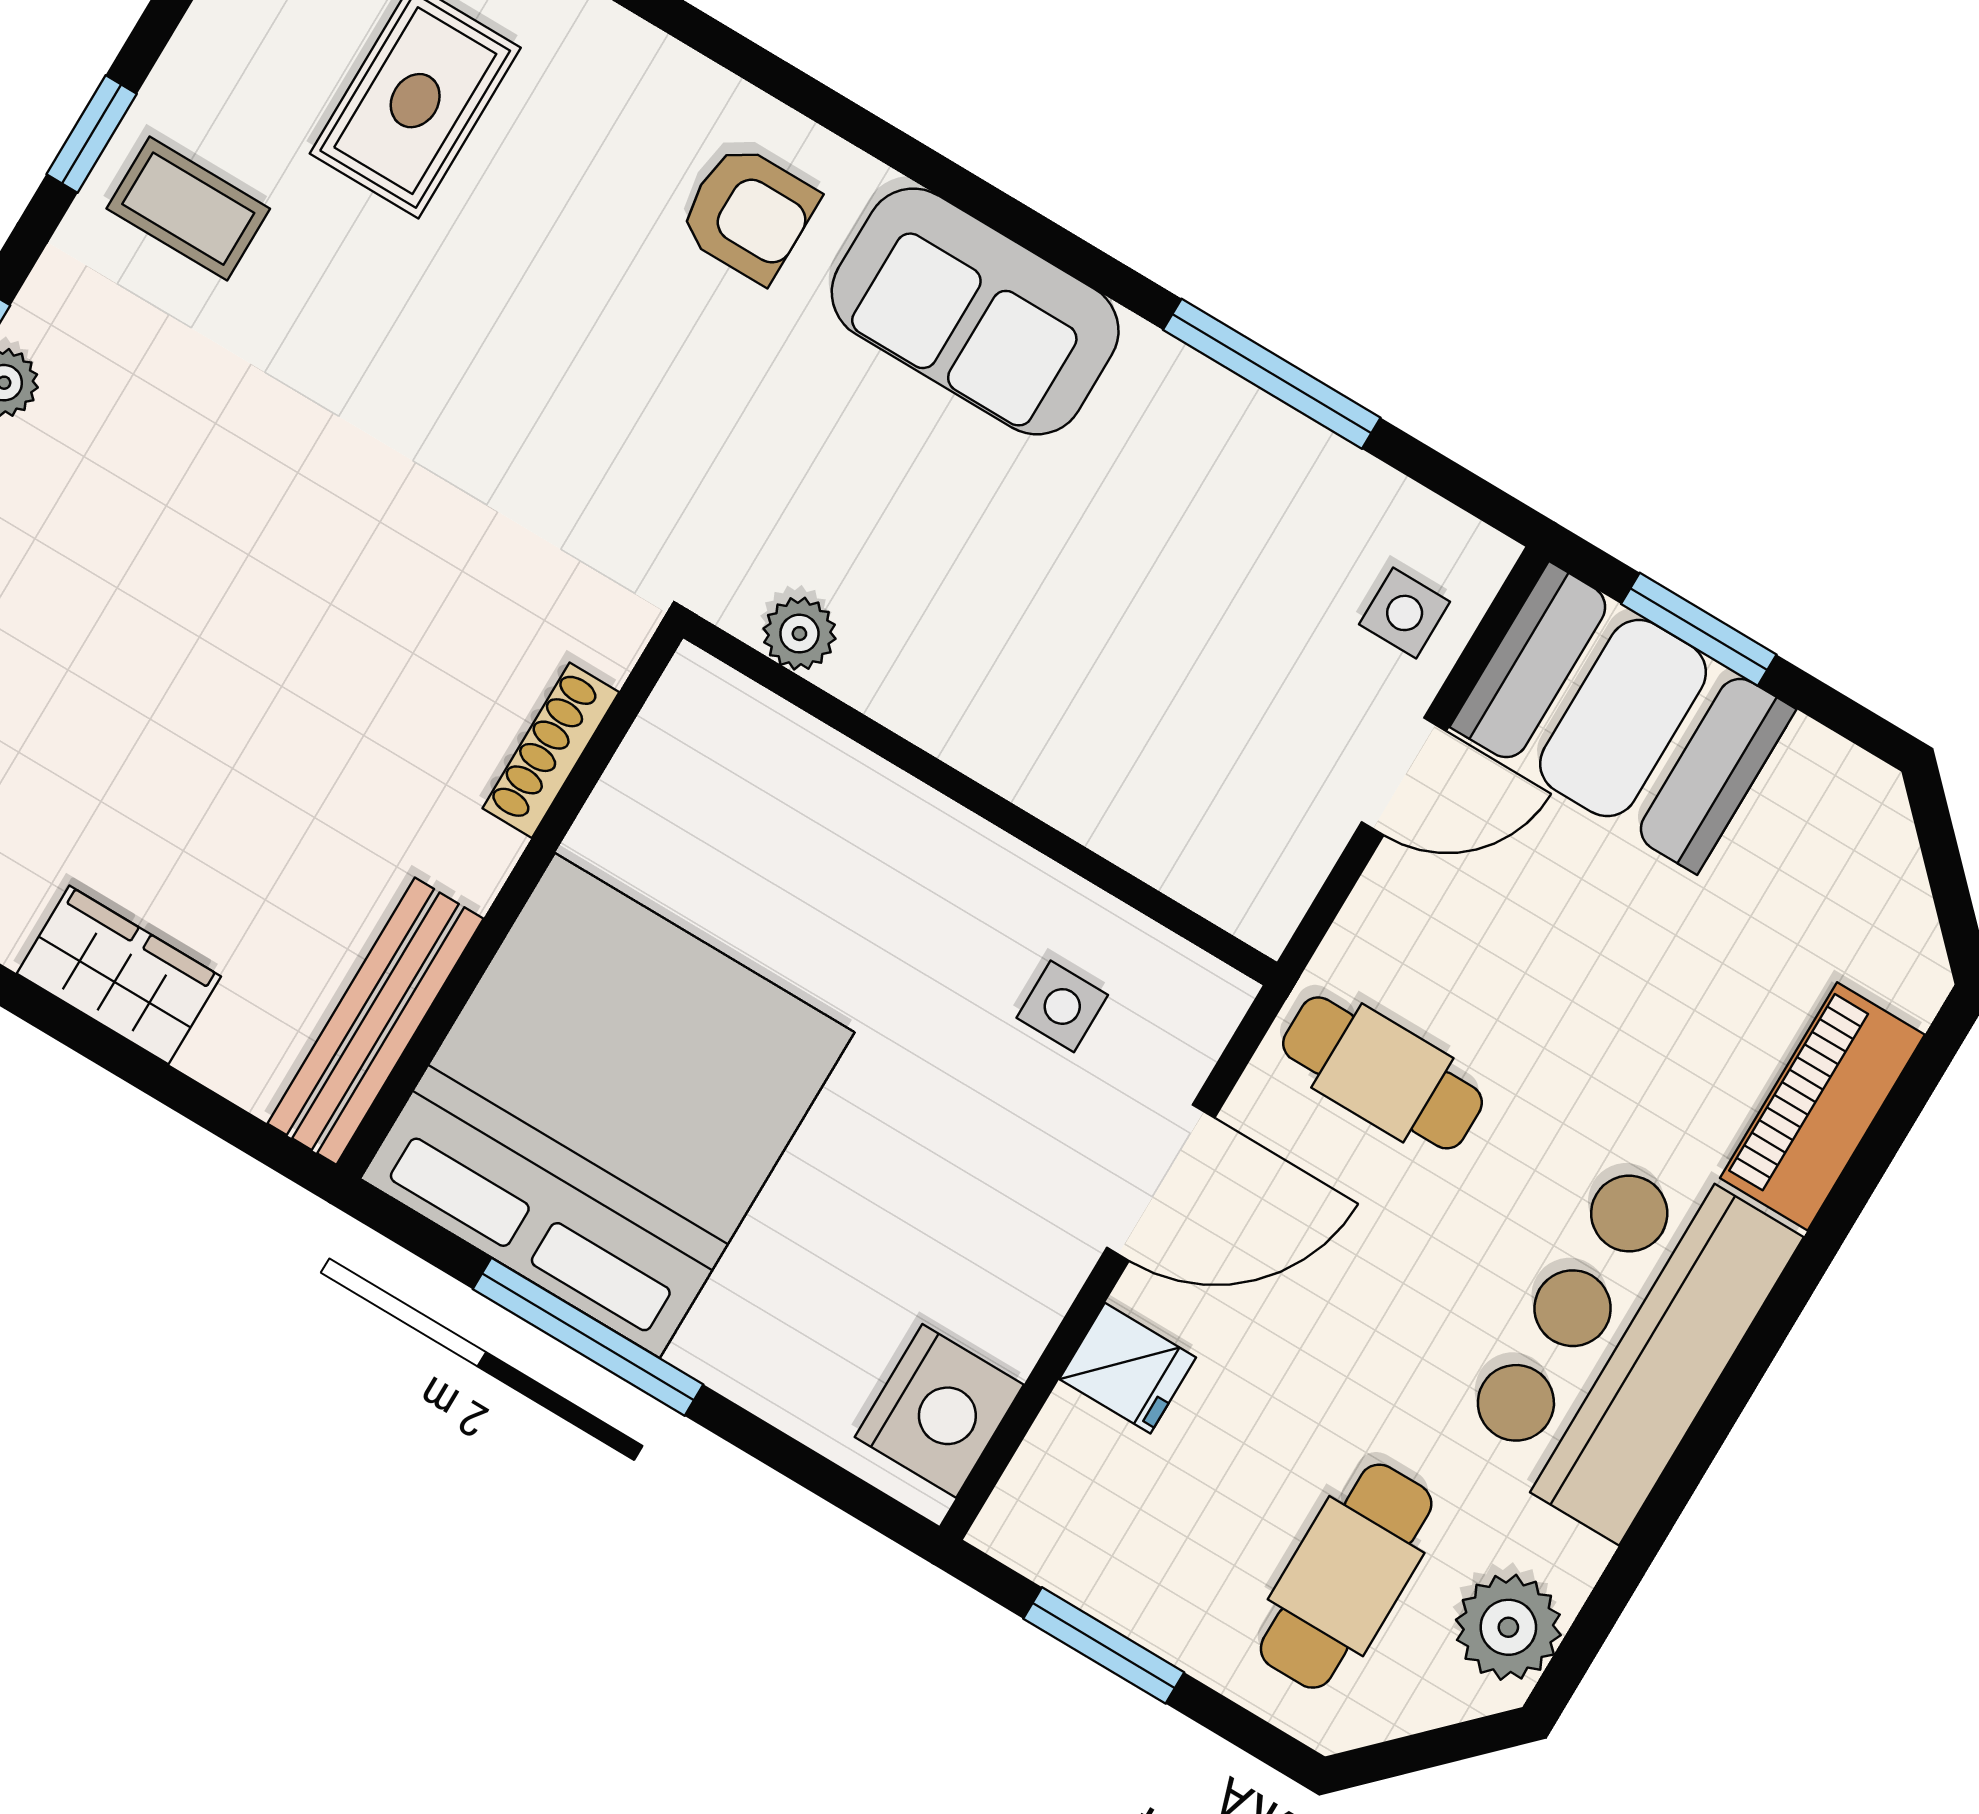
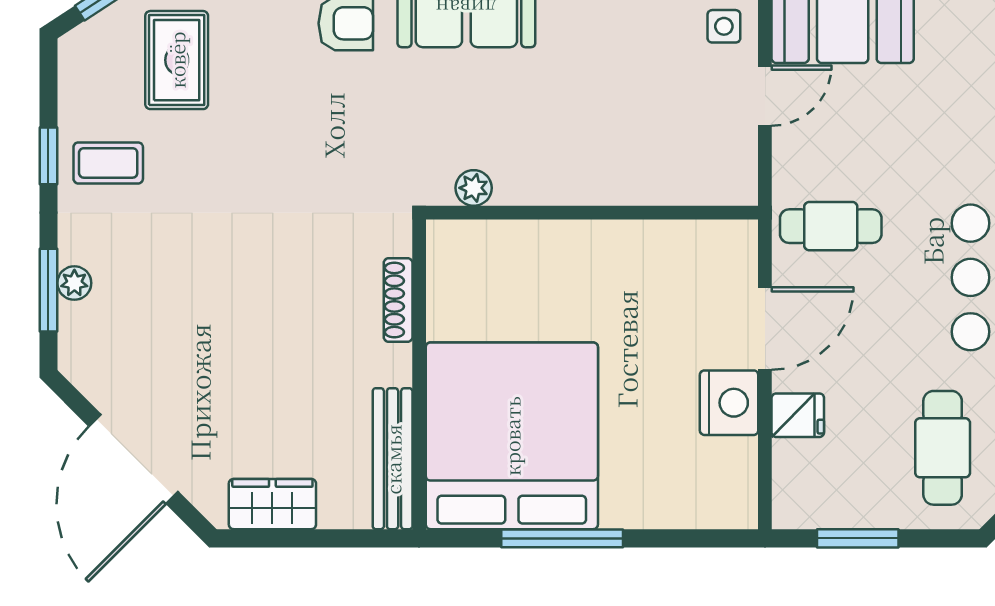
side table: (1062, 1006) -> (679, 279), removed
nightstand: (939, 1411) -> (729, 403), moved

